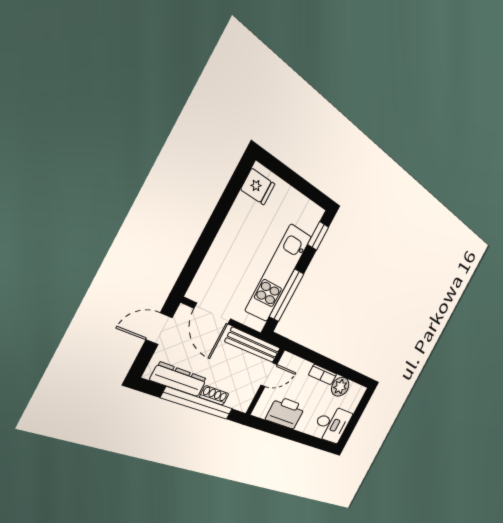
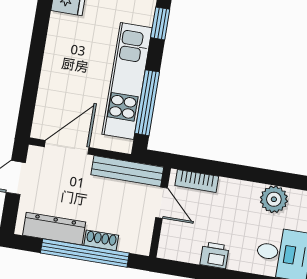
door: (213, 314) -> (67, 147), swing flipped
door: (269, 375) -> (162, 203), hinge flipped
bookcase: (323, 375) -> (197, 181), moved
printer: (286, 413) -> (215, 255), width x0.53, depth x0.68

